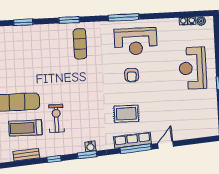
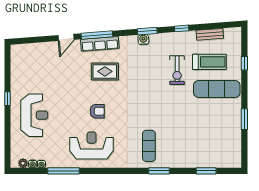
window: (124, 17) -> (63, 171), moved
armchair: (132, 75) -> (97, 111), turned 90

